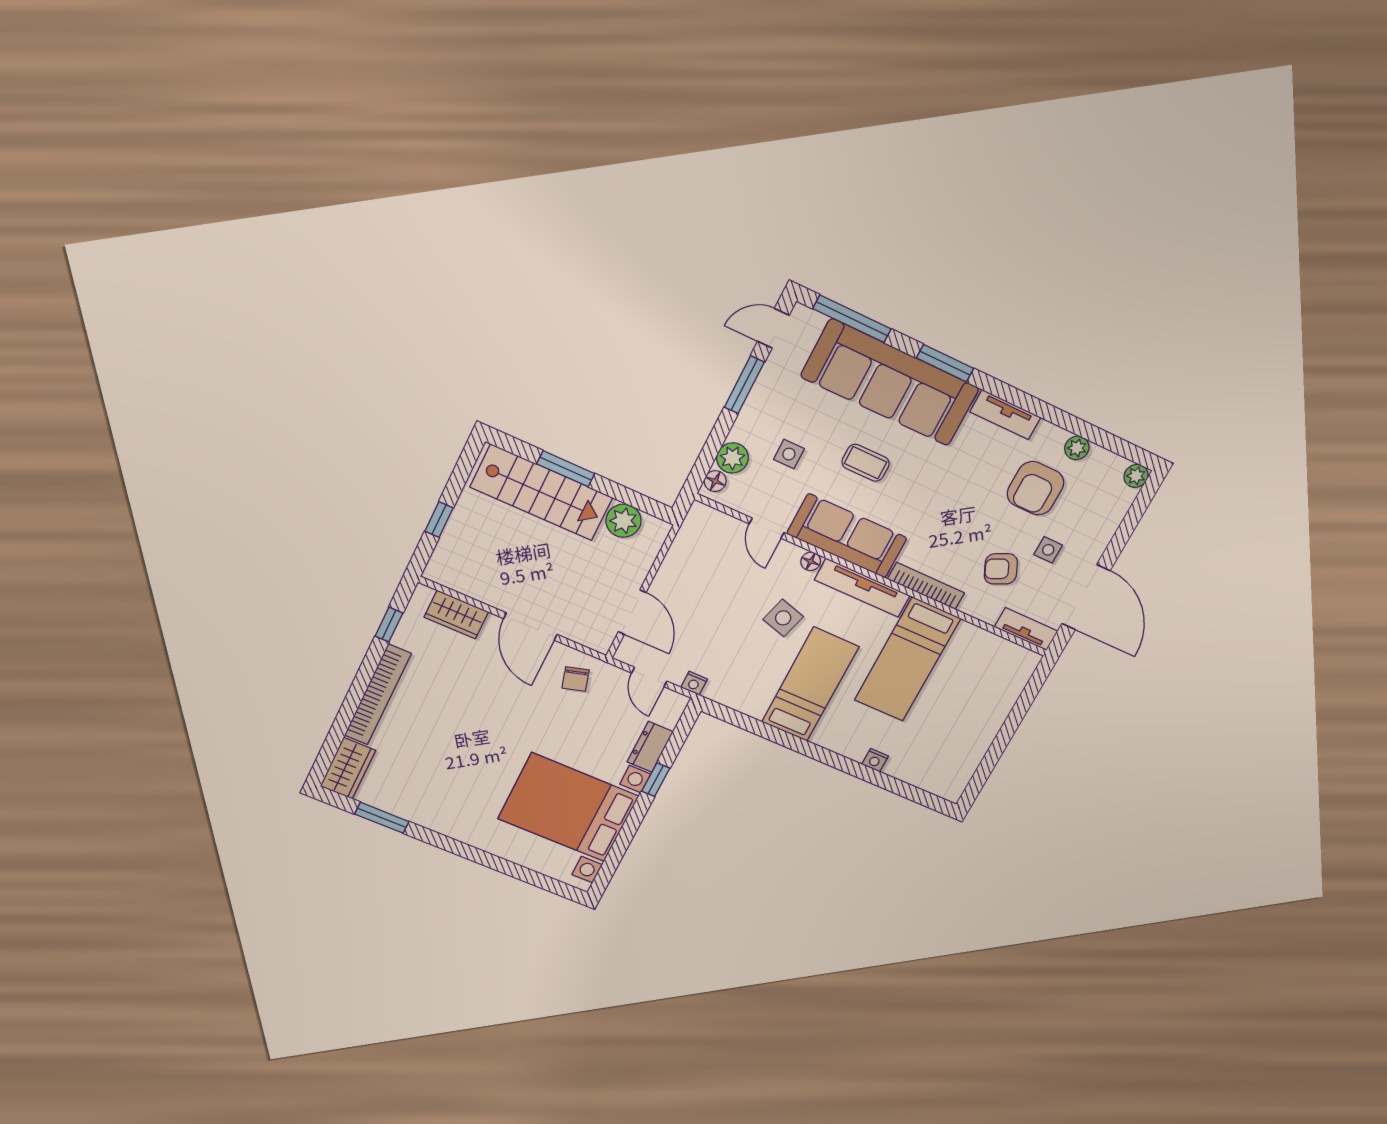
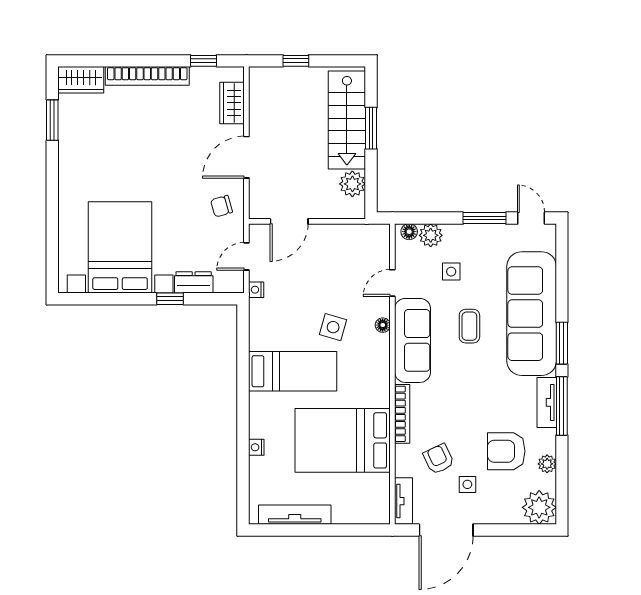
window: (852, 319) -> (562, 406), moved
plant: (1136, 476) -> (539, 507), width x1.88, depth x1.88
tv unit: (862, 588) -> (295, 515), moved, turned 90
bed: (907, 659) -> (343, 440), width x1.50

